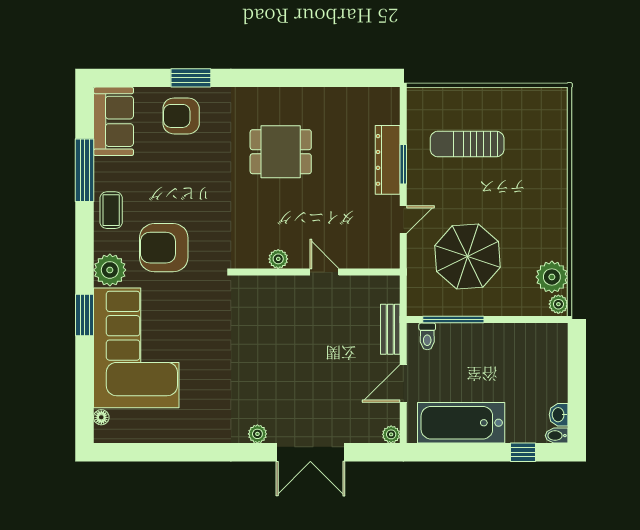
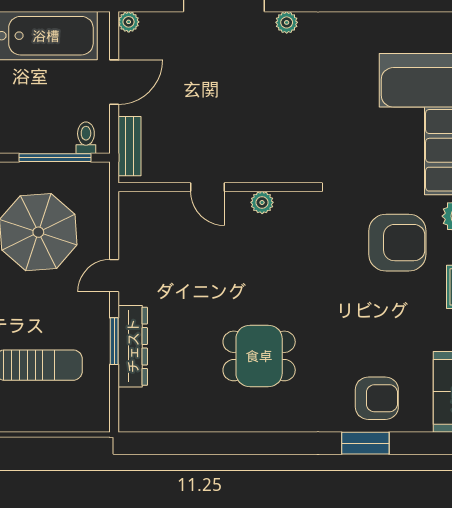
plant: (278, 259) -> (262, 202), moved
wall: (317, 272) -> (216, 187), moved
door: (324, 272) -> (208, 187), moved

